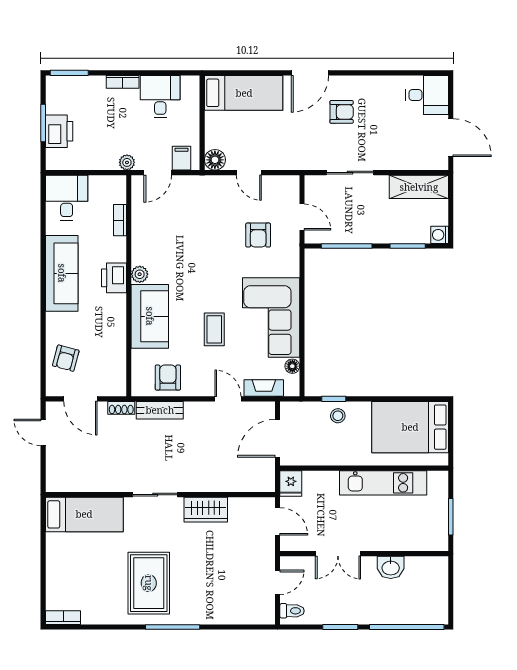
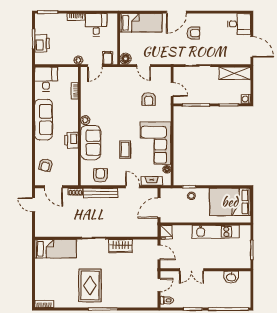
printer: (114, 278) -> (71, 140), moved
bench: (160, 410) -> (100, 193), width x1.36
washbasin: (391, 567) -> (231, 277), moved

